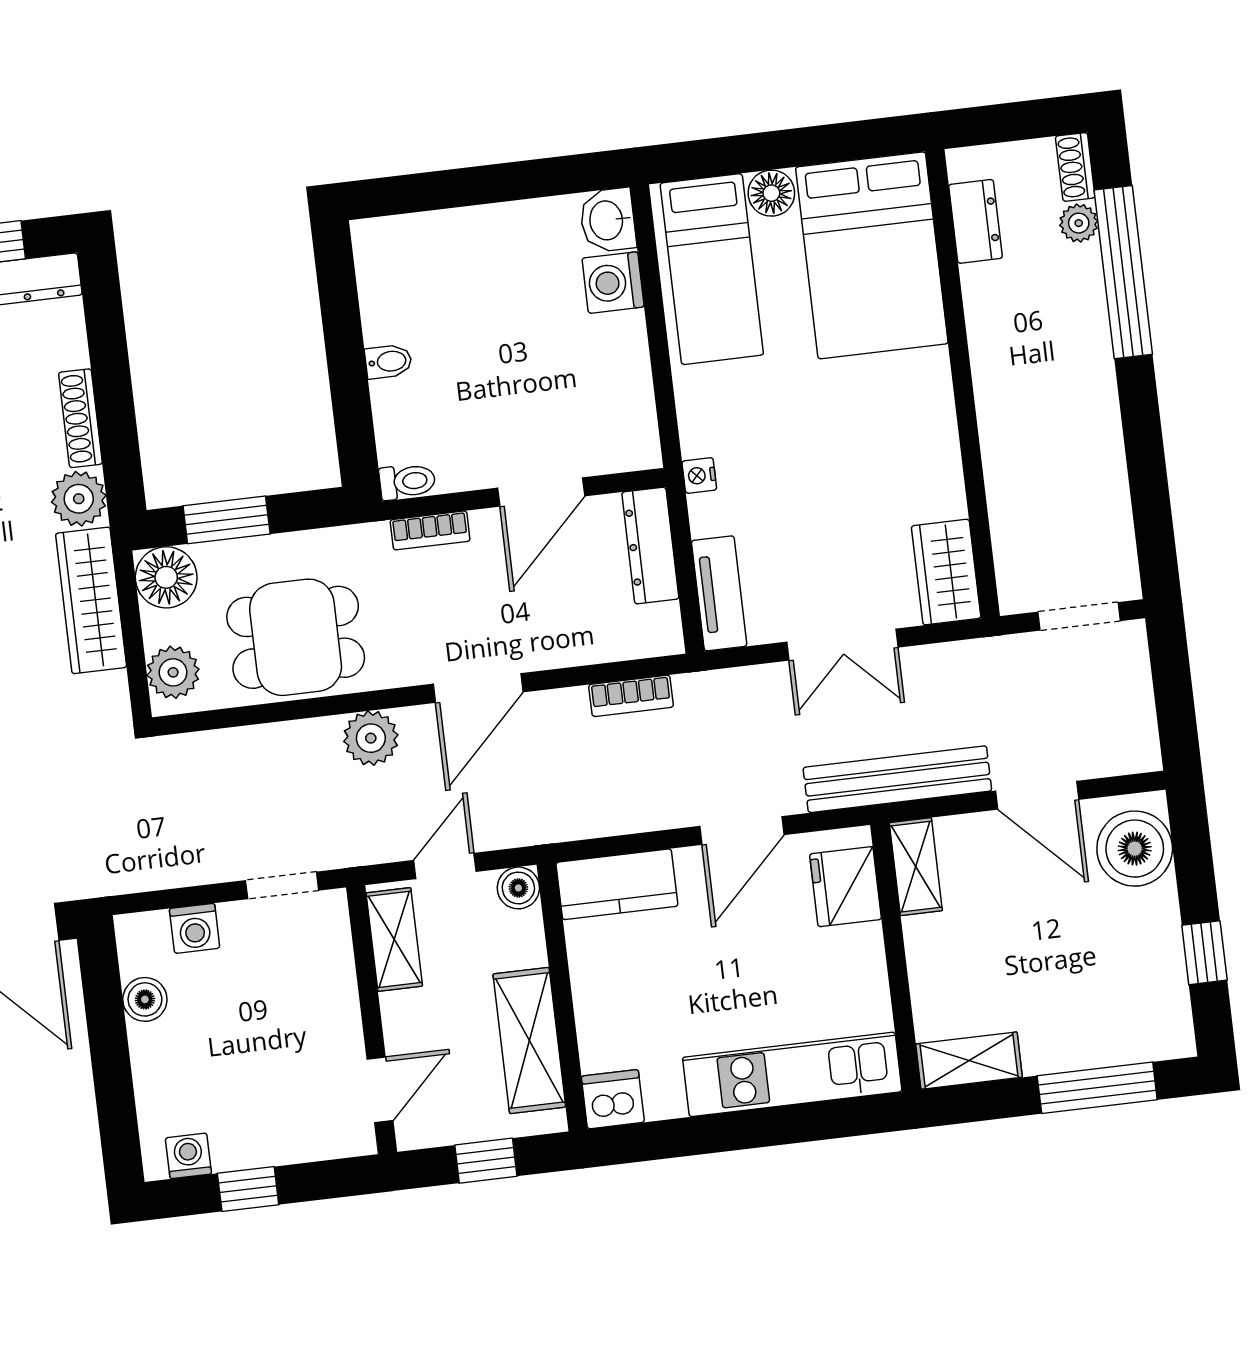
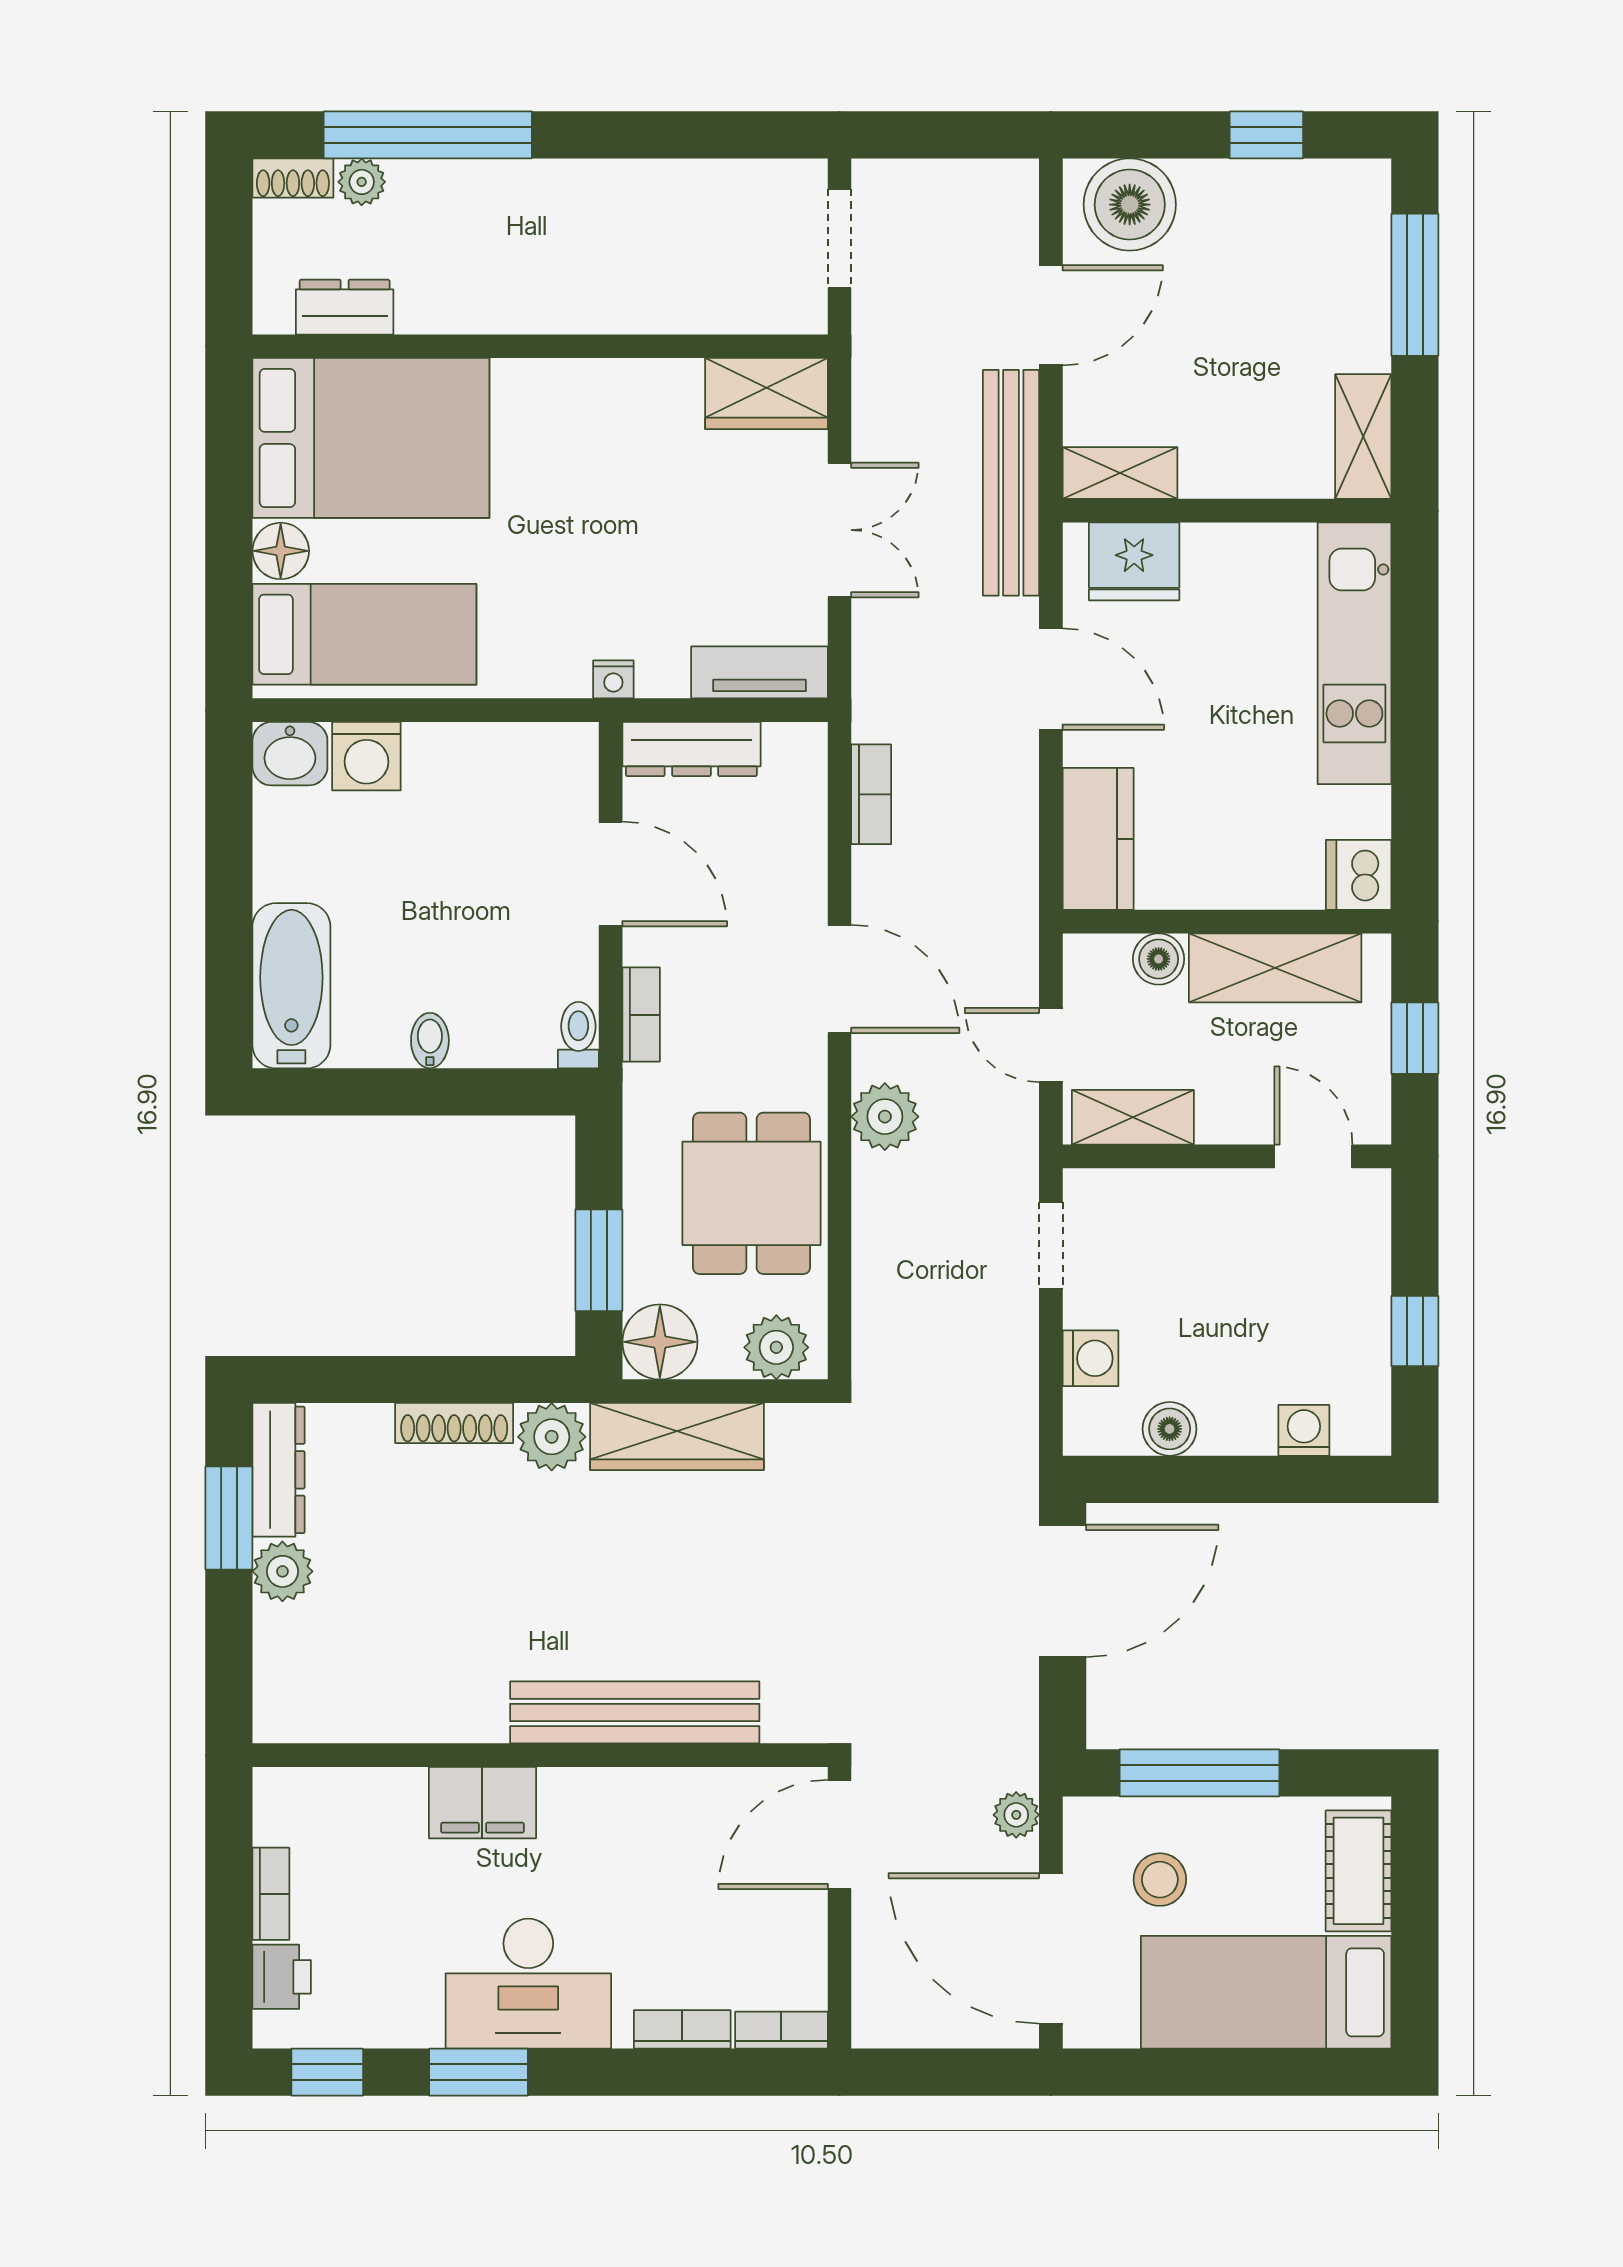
bathtub: (420, 244) -> (291, 986), added
boiler: (518, 888) -> (1159, 959), moved
washing machine: (188, 1156) -> (1304, 1430), moved, turned 90

